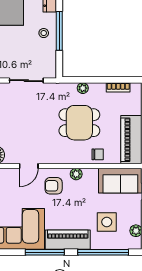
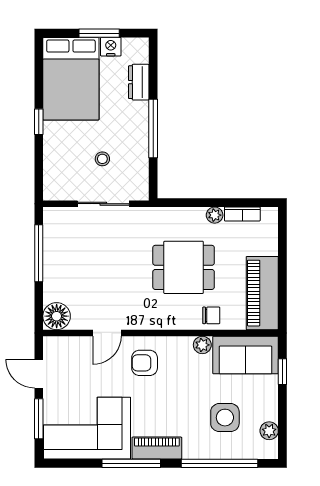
stool: (44, 33) -> (102, 159), moved
plant: (83, 88) -> (215, 215), moved
plant: (76, 174) -> (202, 345), moved
piano: (68, 240) -> (157, 448), width x0.73, depth x0.75

